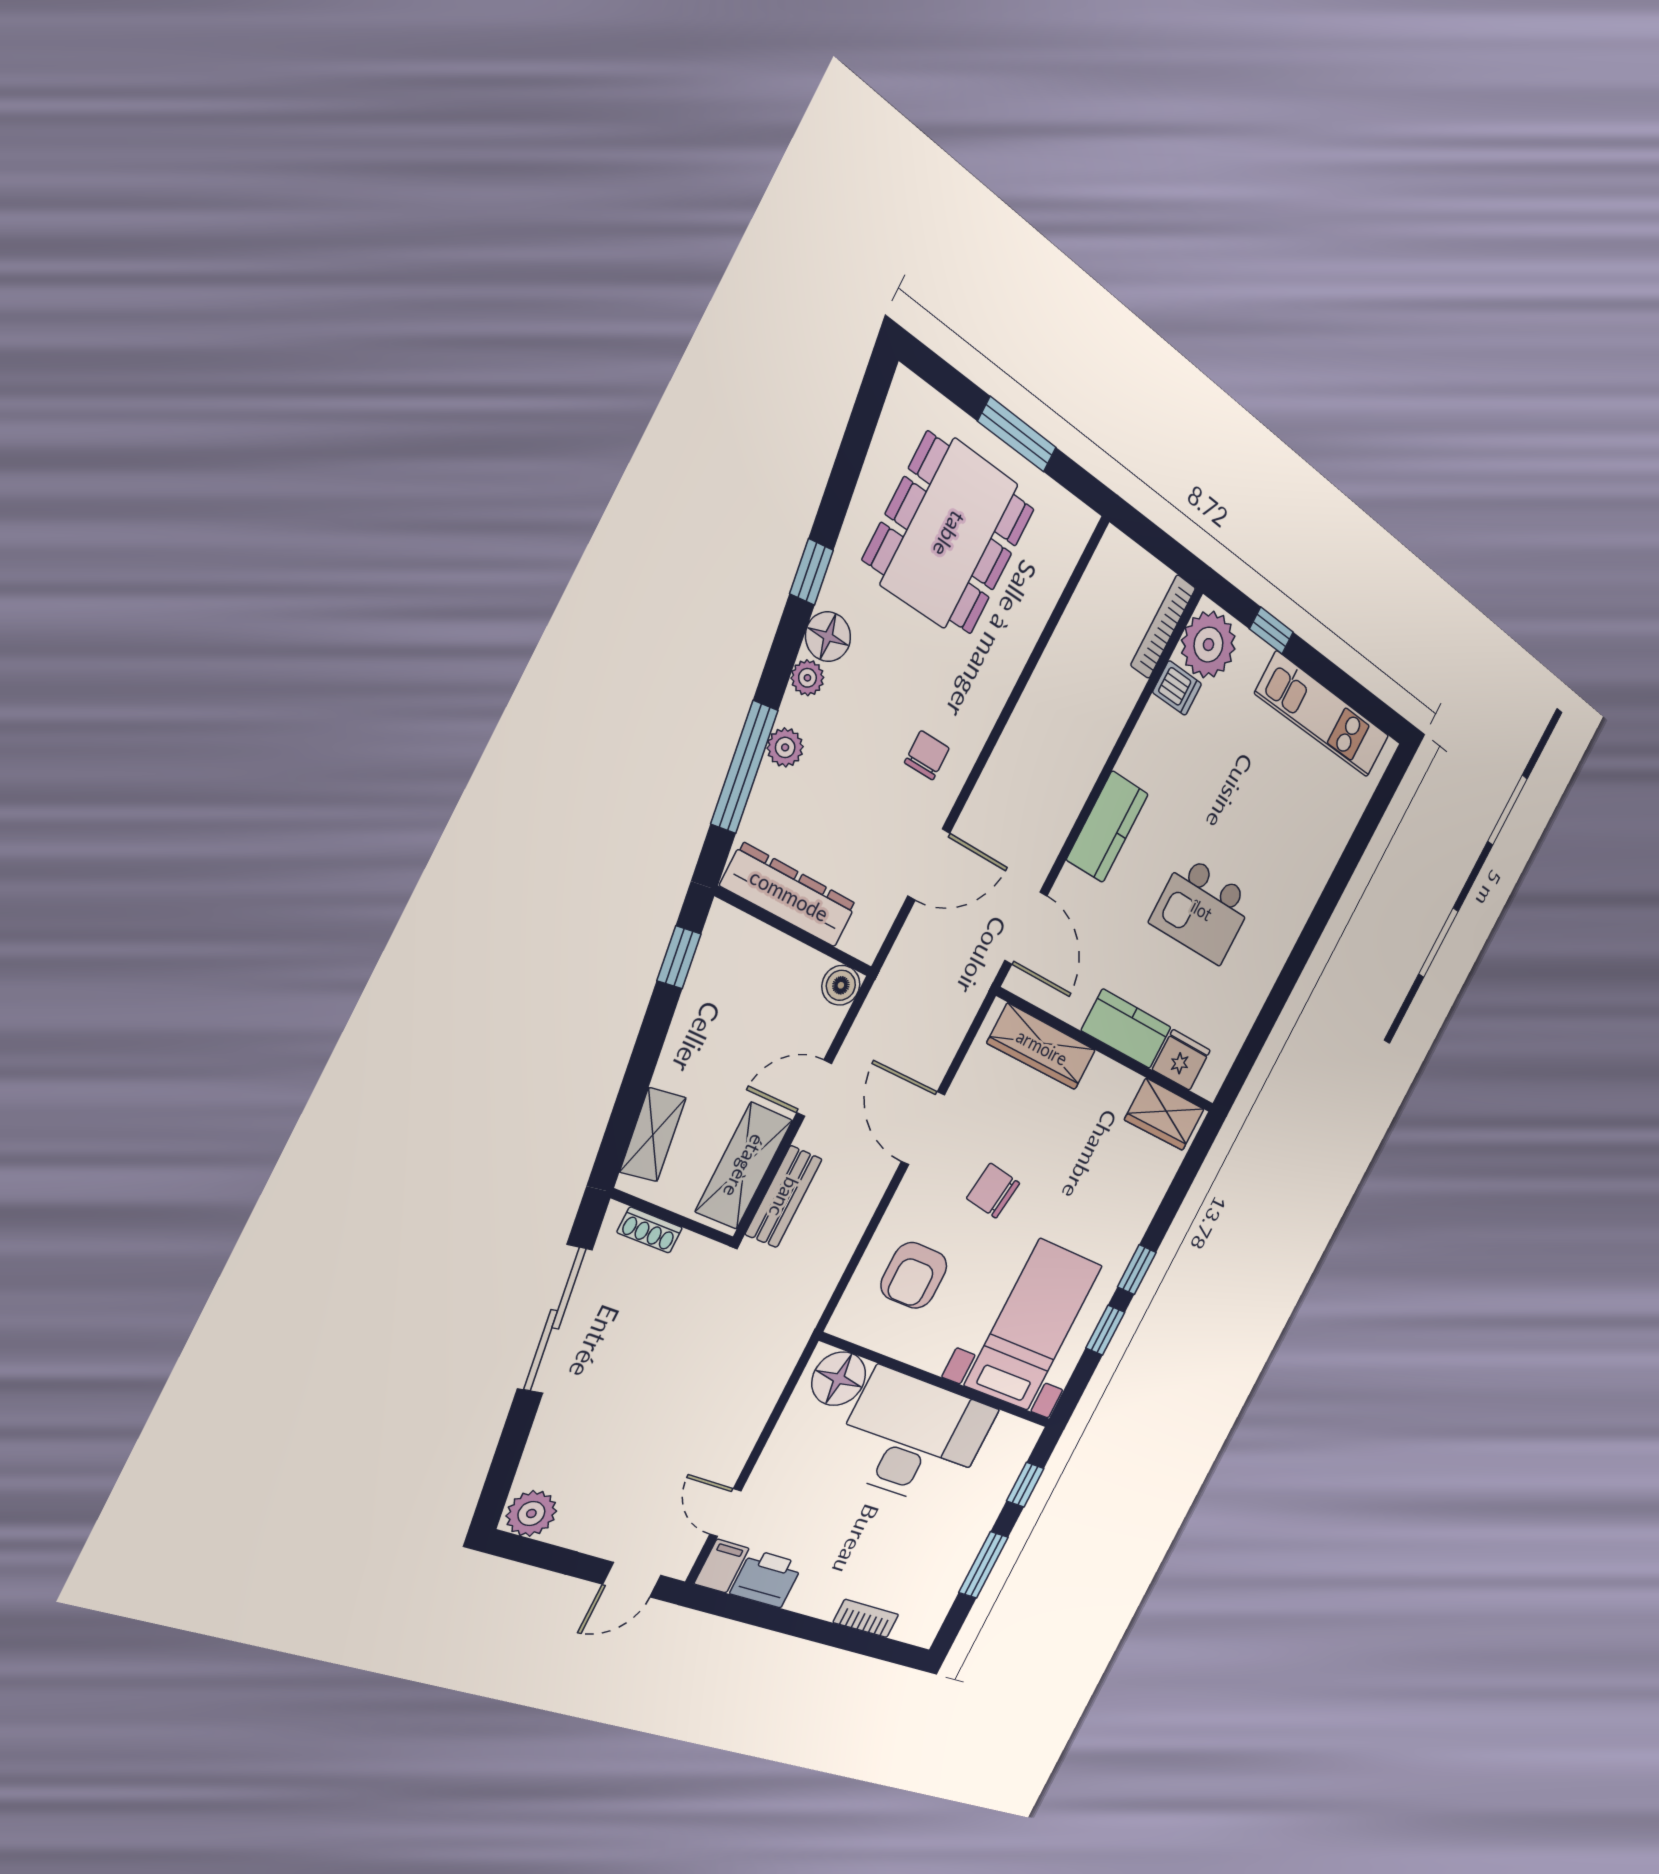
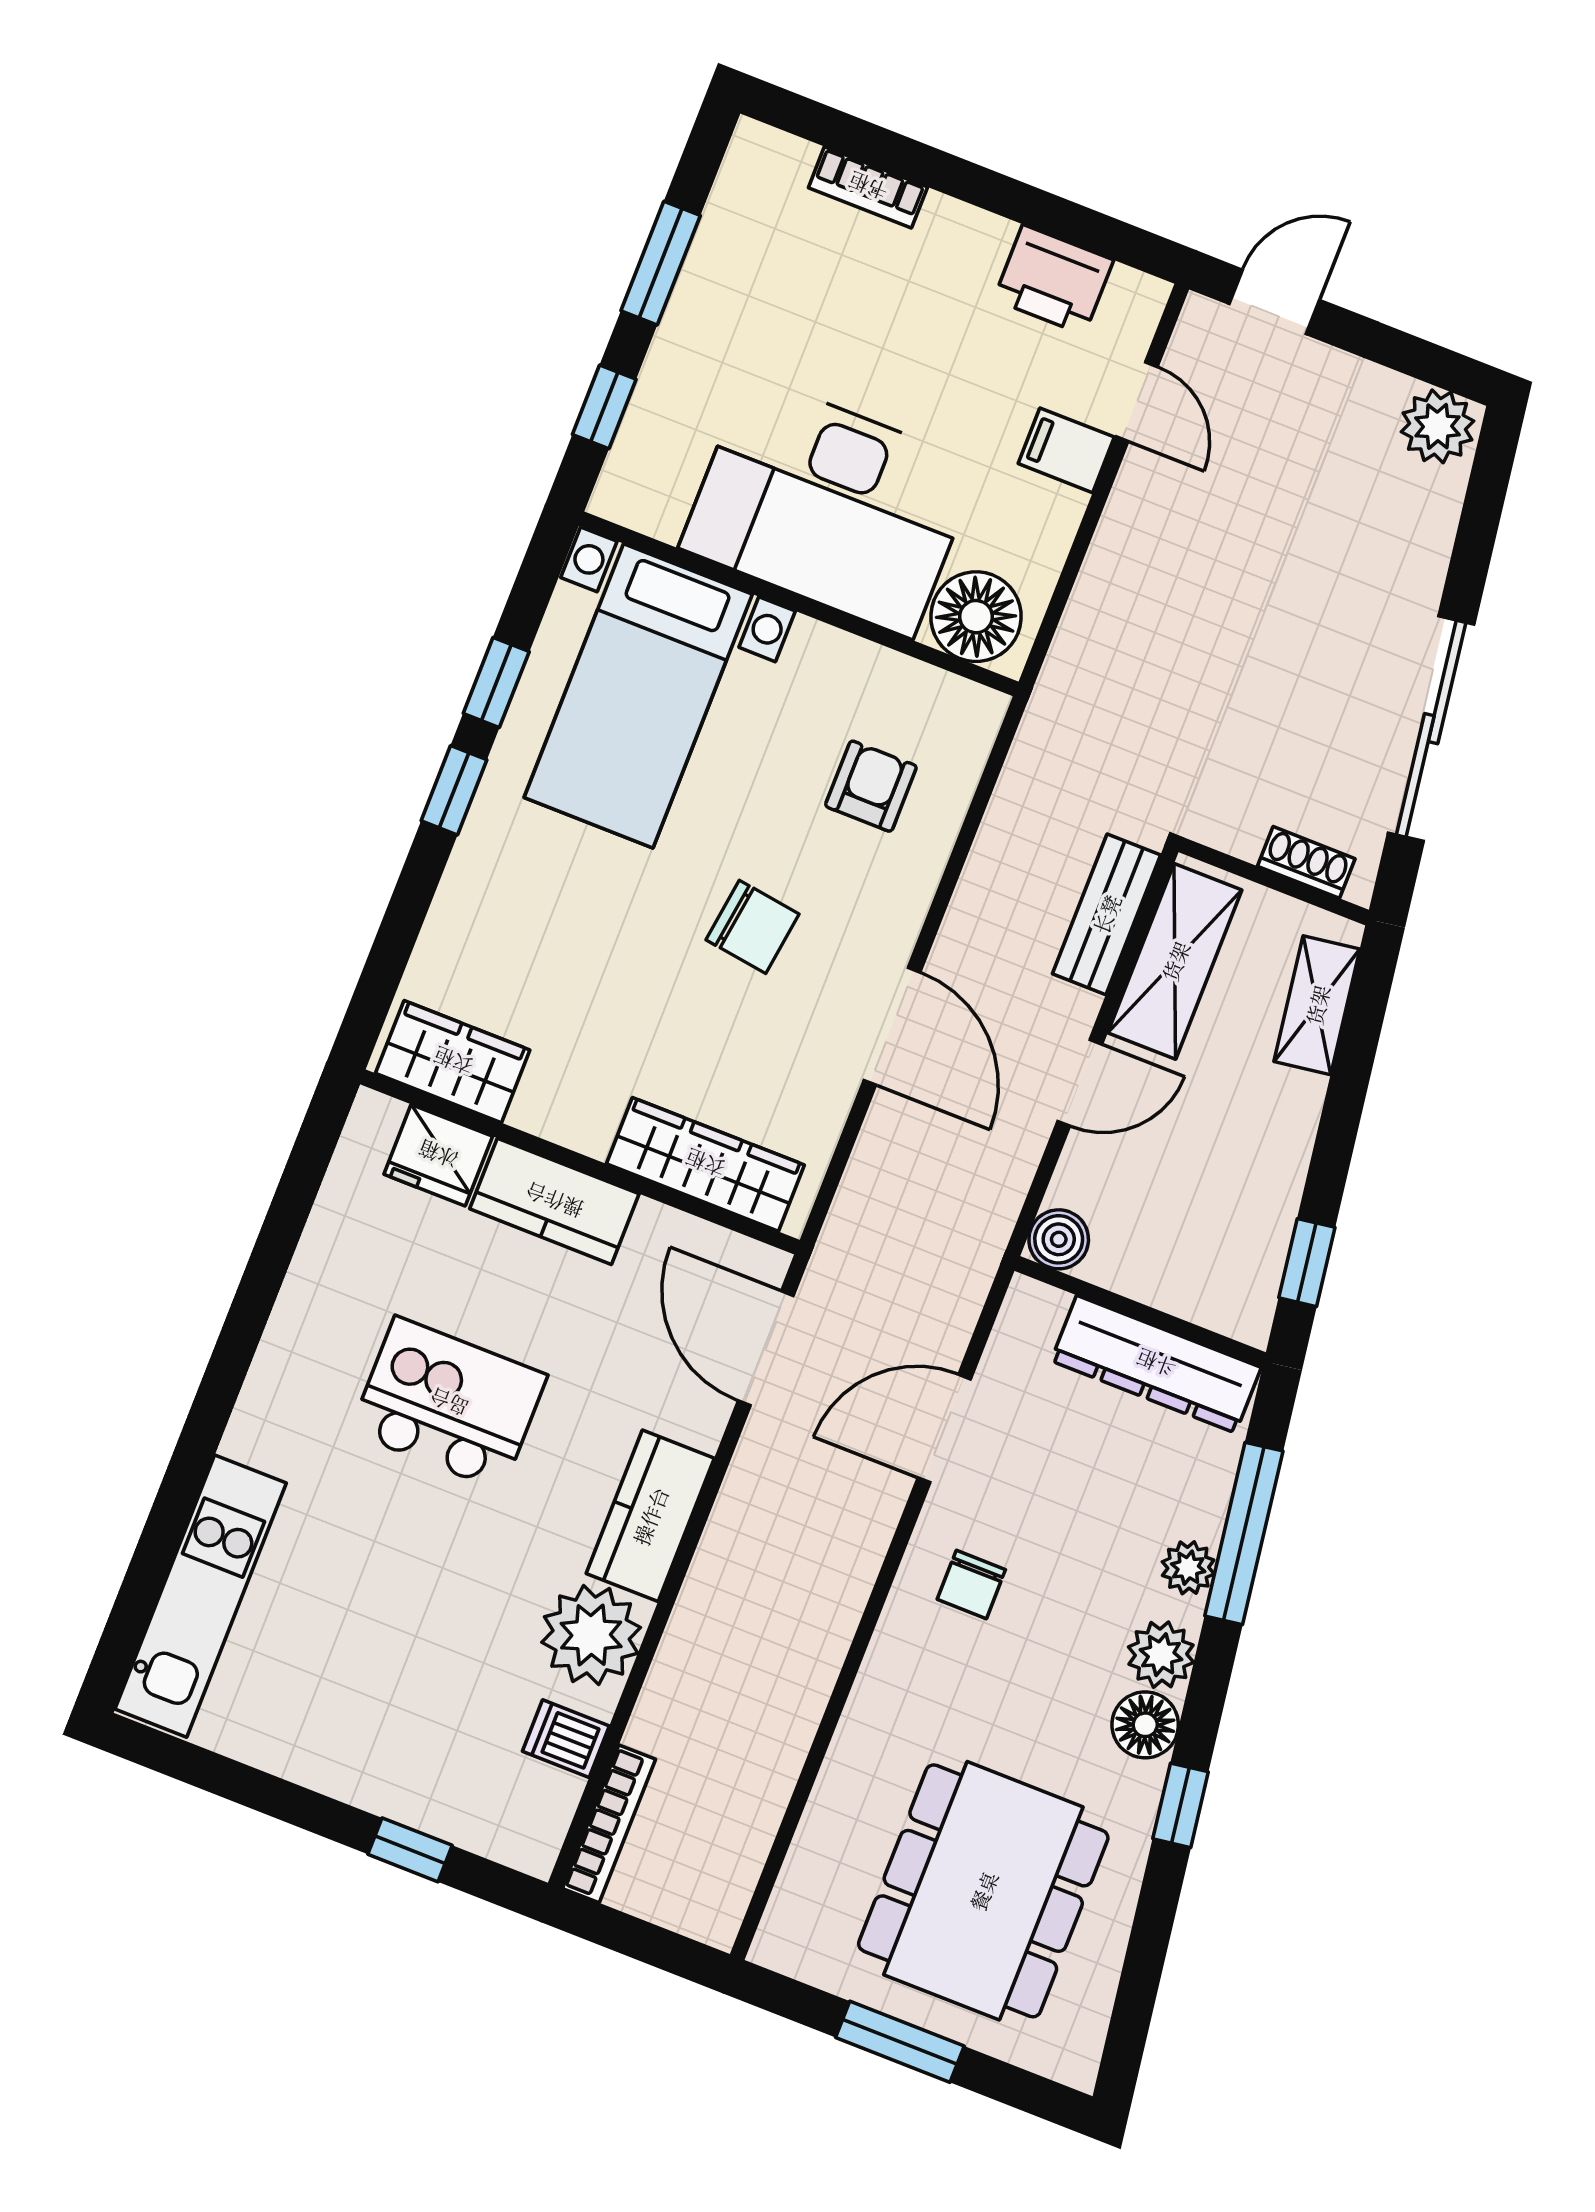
plant: (1208, 645) -> (591, 1635), moved
plant: (807, 678) -> (1161, 1655), width x1.38, depth x1.38
kitchen unit: (1323, 715) -> (201, 1596), moved, turned 90
armchair: (914, 1275) -> (871, 786), width x0.72, depth x0.72
filing cabinet: (722, 1566) -> (1066, 450), moved, turned 90

